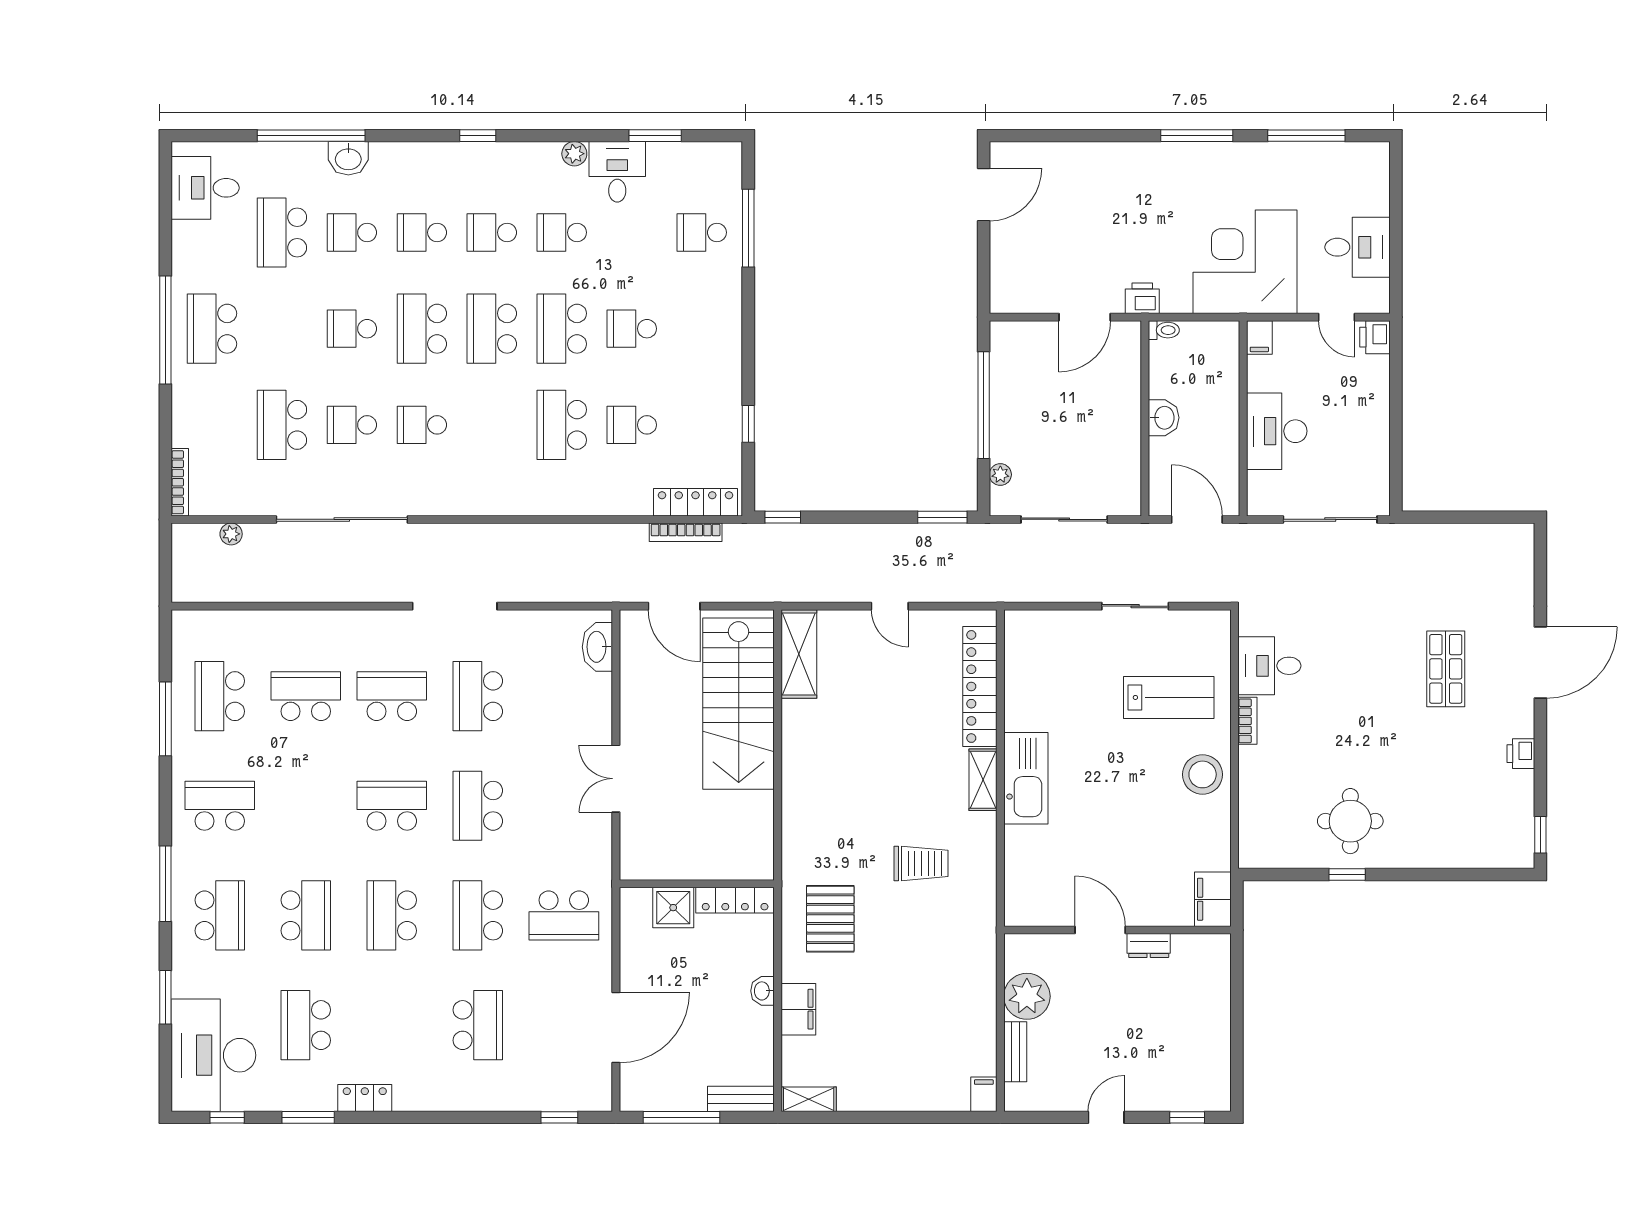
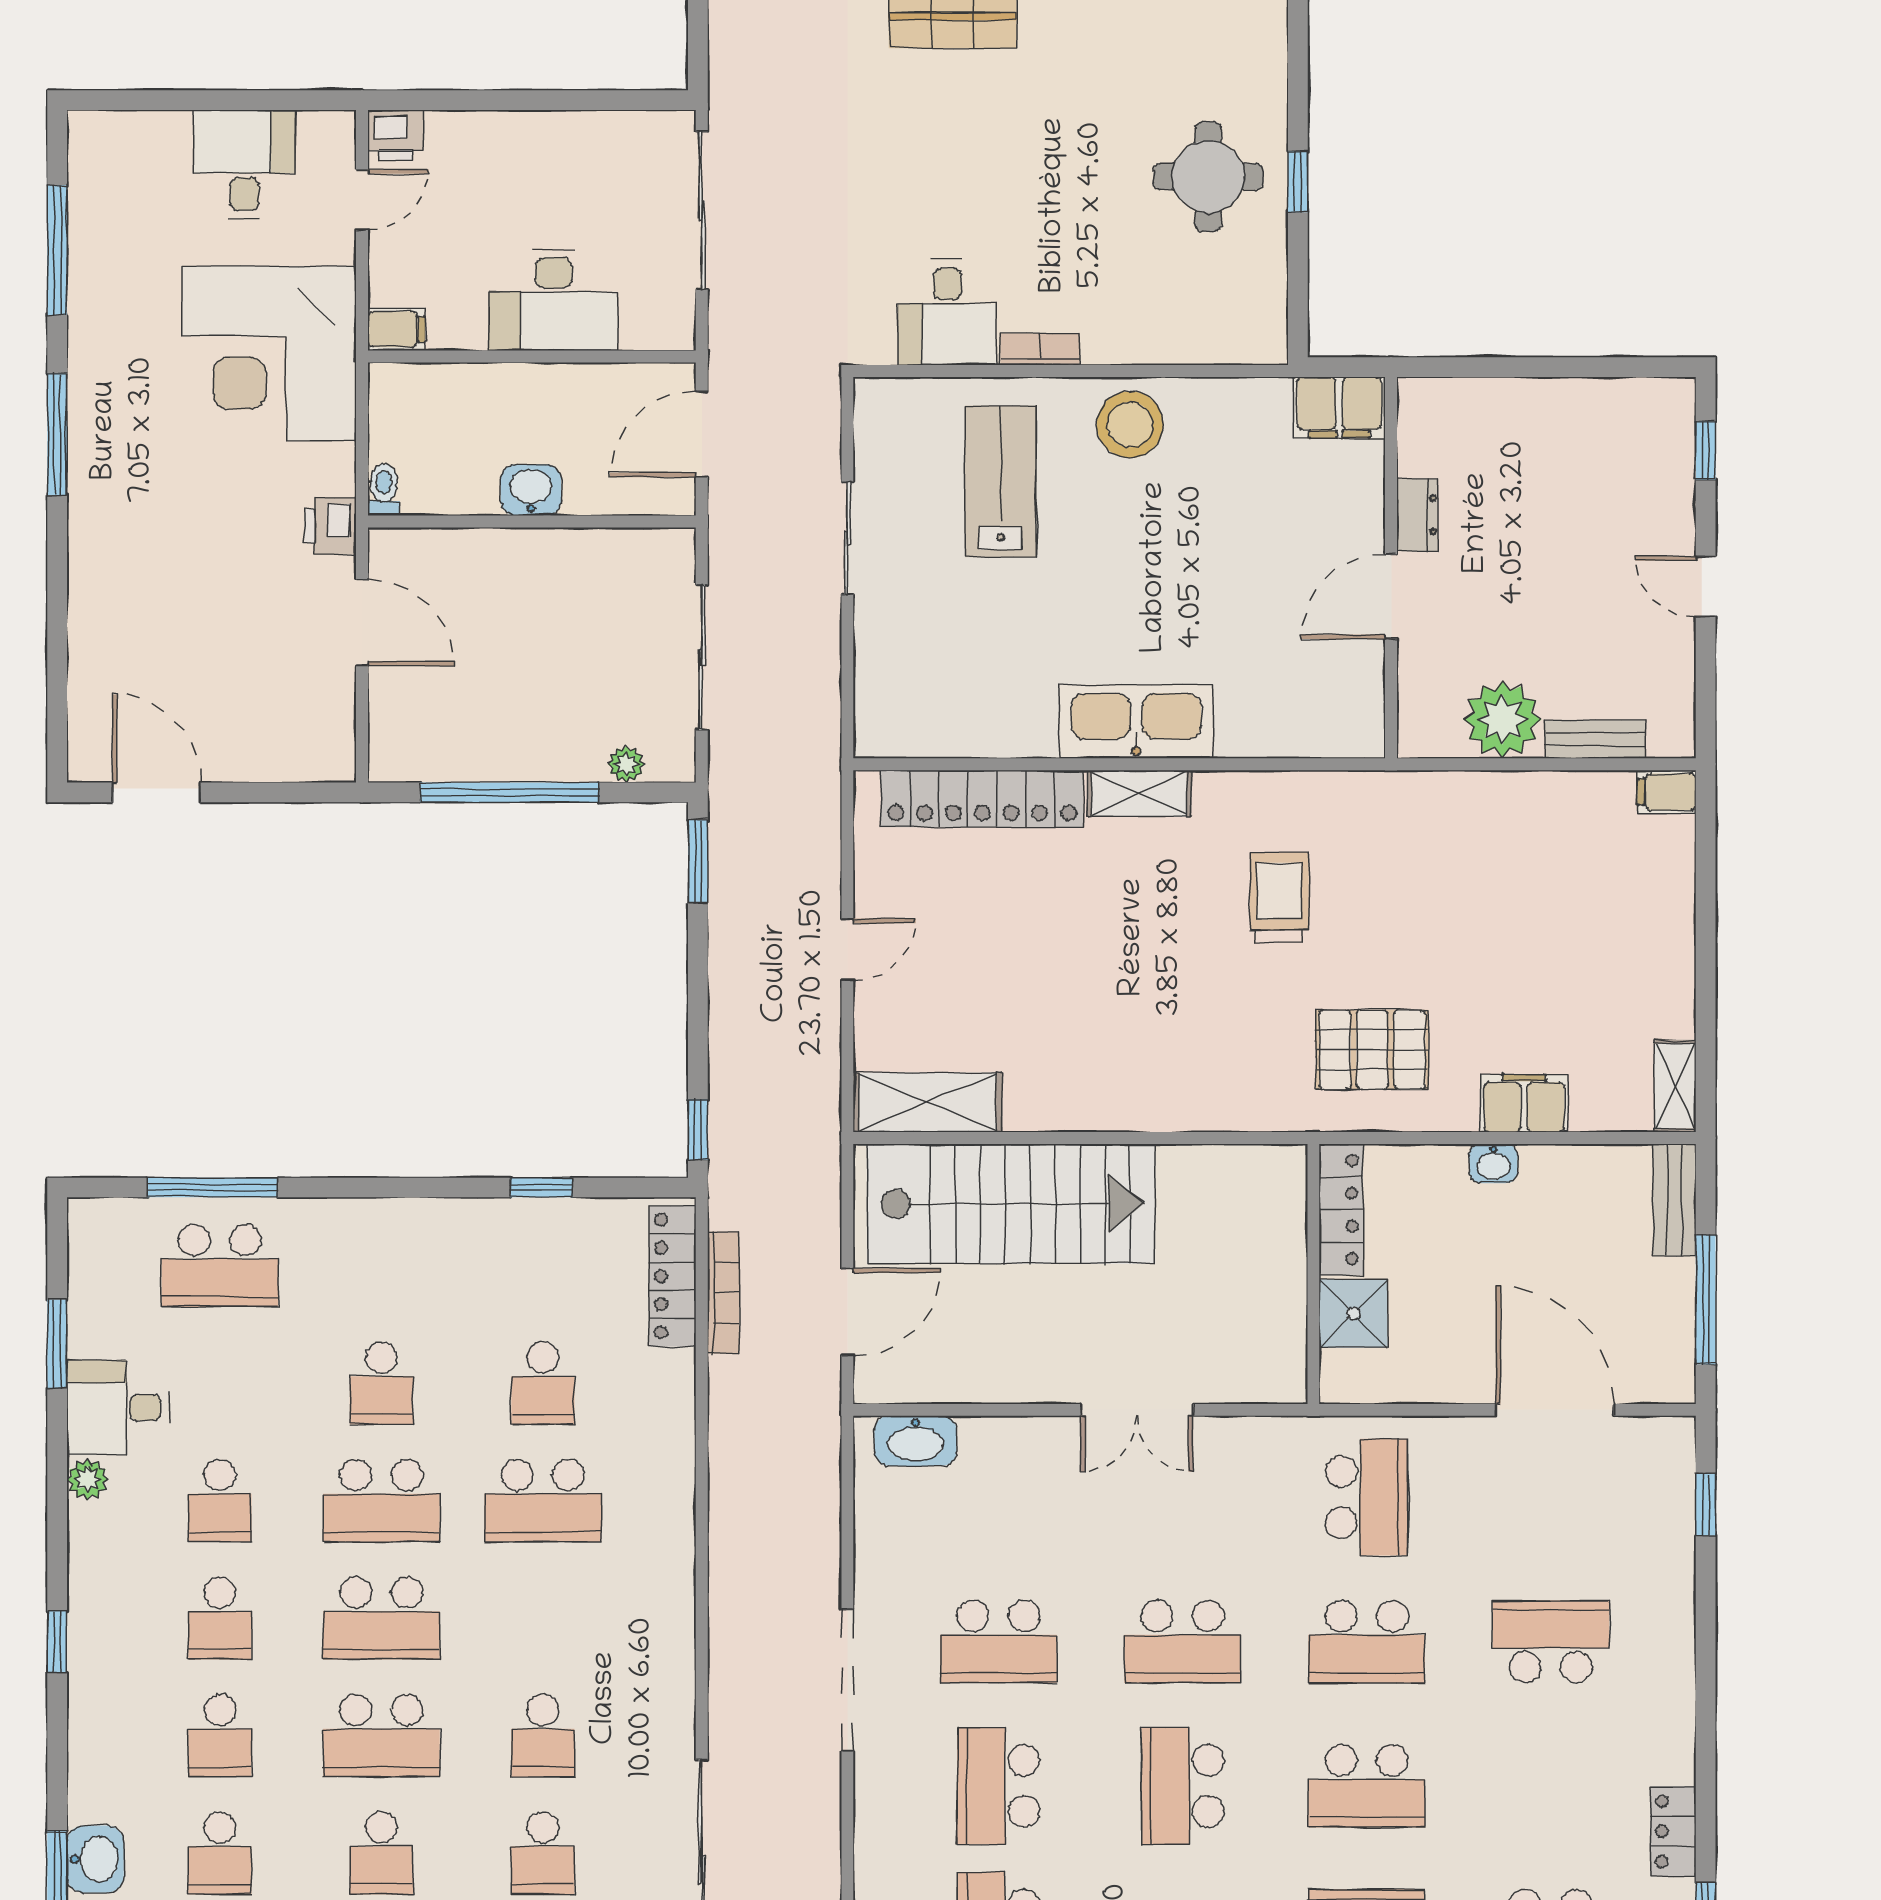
school desk: (702, 232) -> (220, 1266), width x1.85

